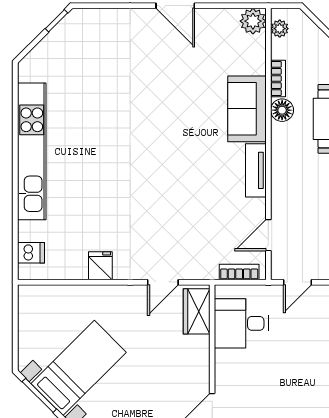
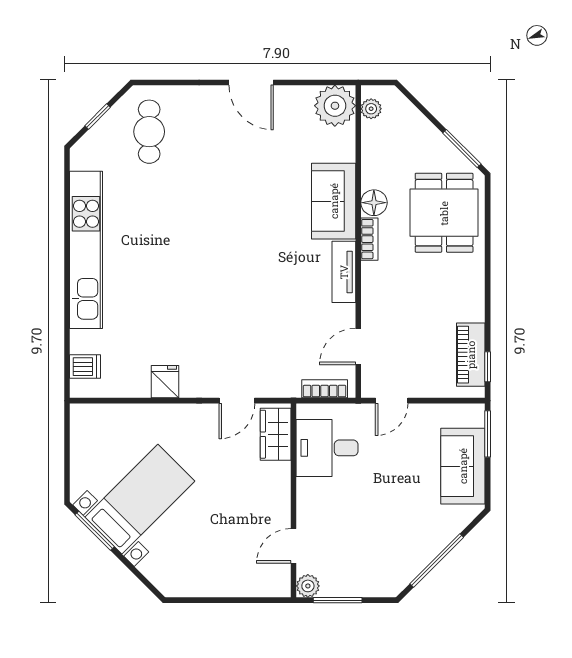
window: (56, 21) -> (98, 117), moved
plant: (253, 21) -> (335, 106), width x1.36, depth x1.36
cafe table: (87, 48) -> (149, 132), added
bookcase: (278, 78) -> (369, 239), moved

